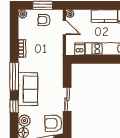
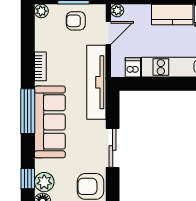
door: (64, 28) -> (108, 33), hinge flipped
tv unit: (57, 58) -> (96, 82), added
sofa: (28, 89) -> (50, 122), width x1.36
window: (14, 106) -> (28, 179), moved

